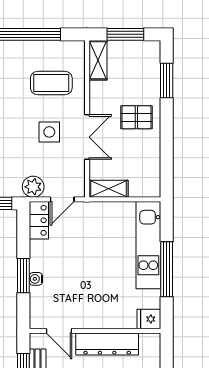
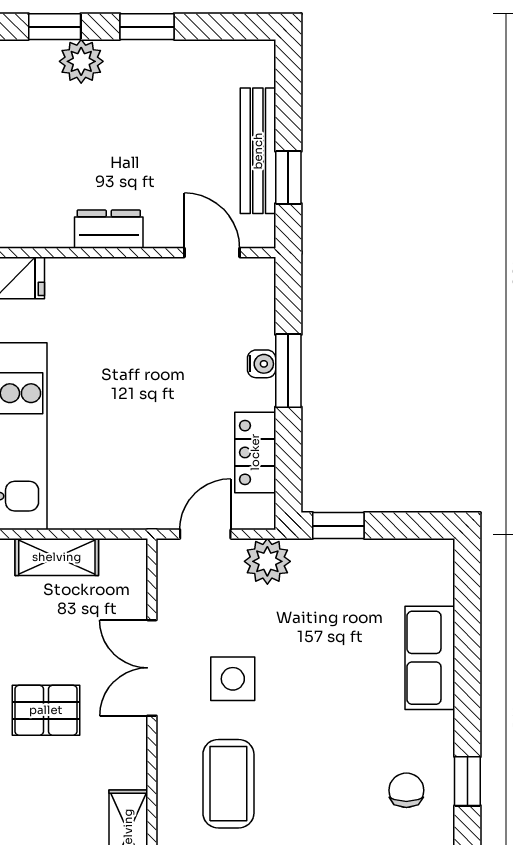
coffee table: (51, 83) -> (228, 784), turned 90
shelving: (108, 189) -> (57, 557), moved
locker: (39, 220) -> (255, 452), moved
dresser: (107, 344) -> (109, 229), width x0.51, depth x0.80

